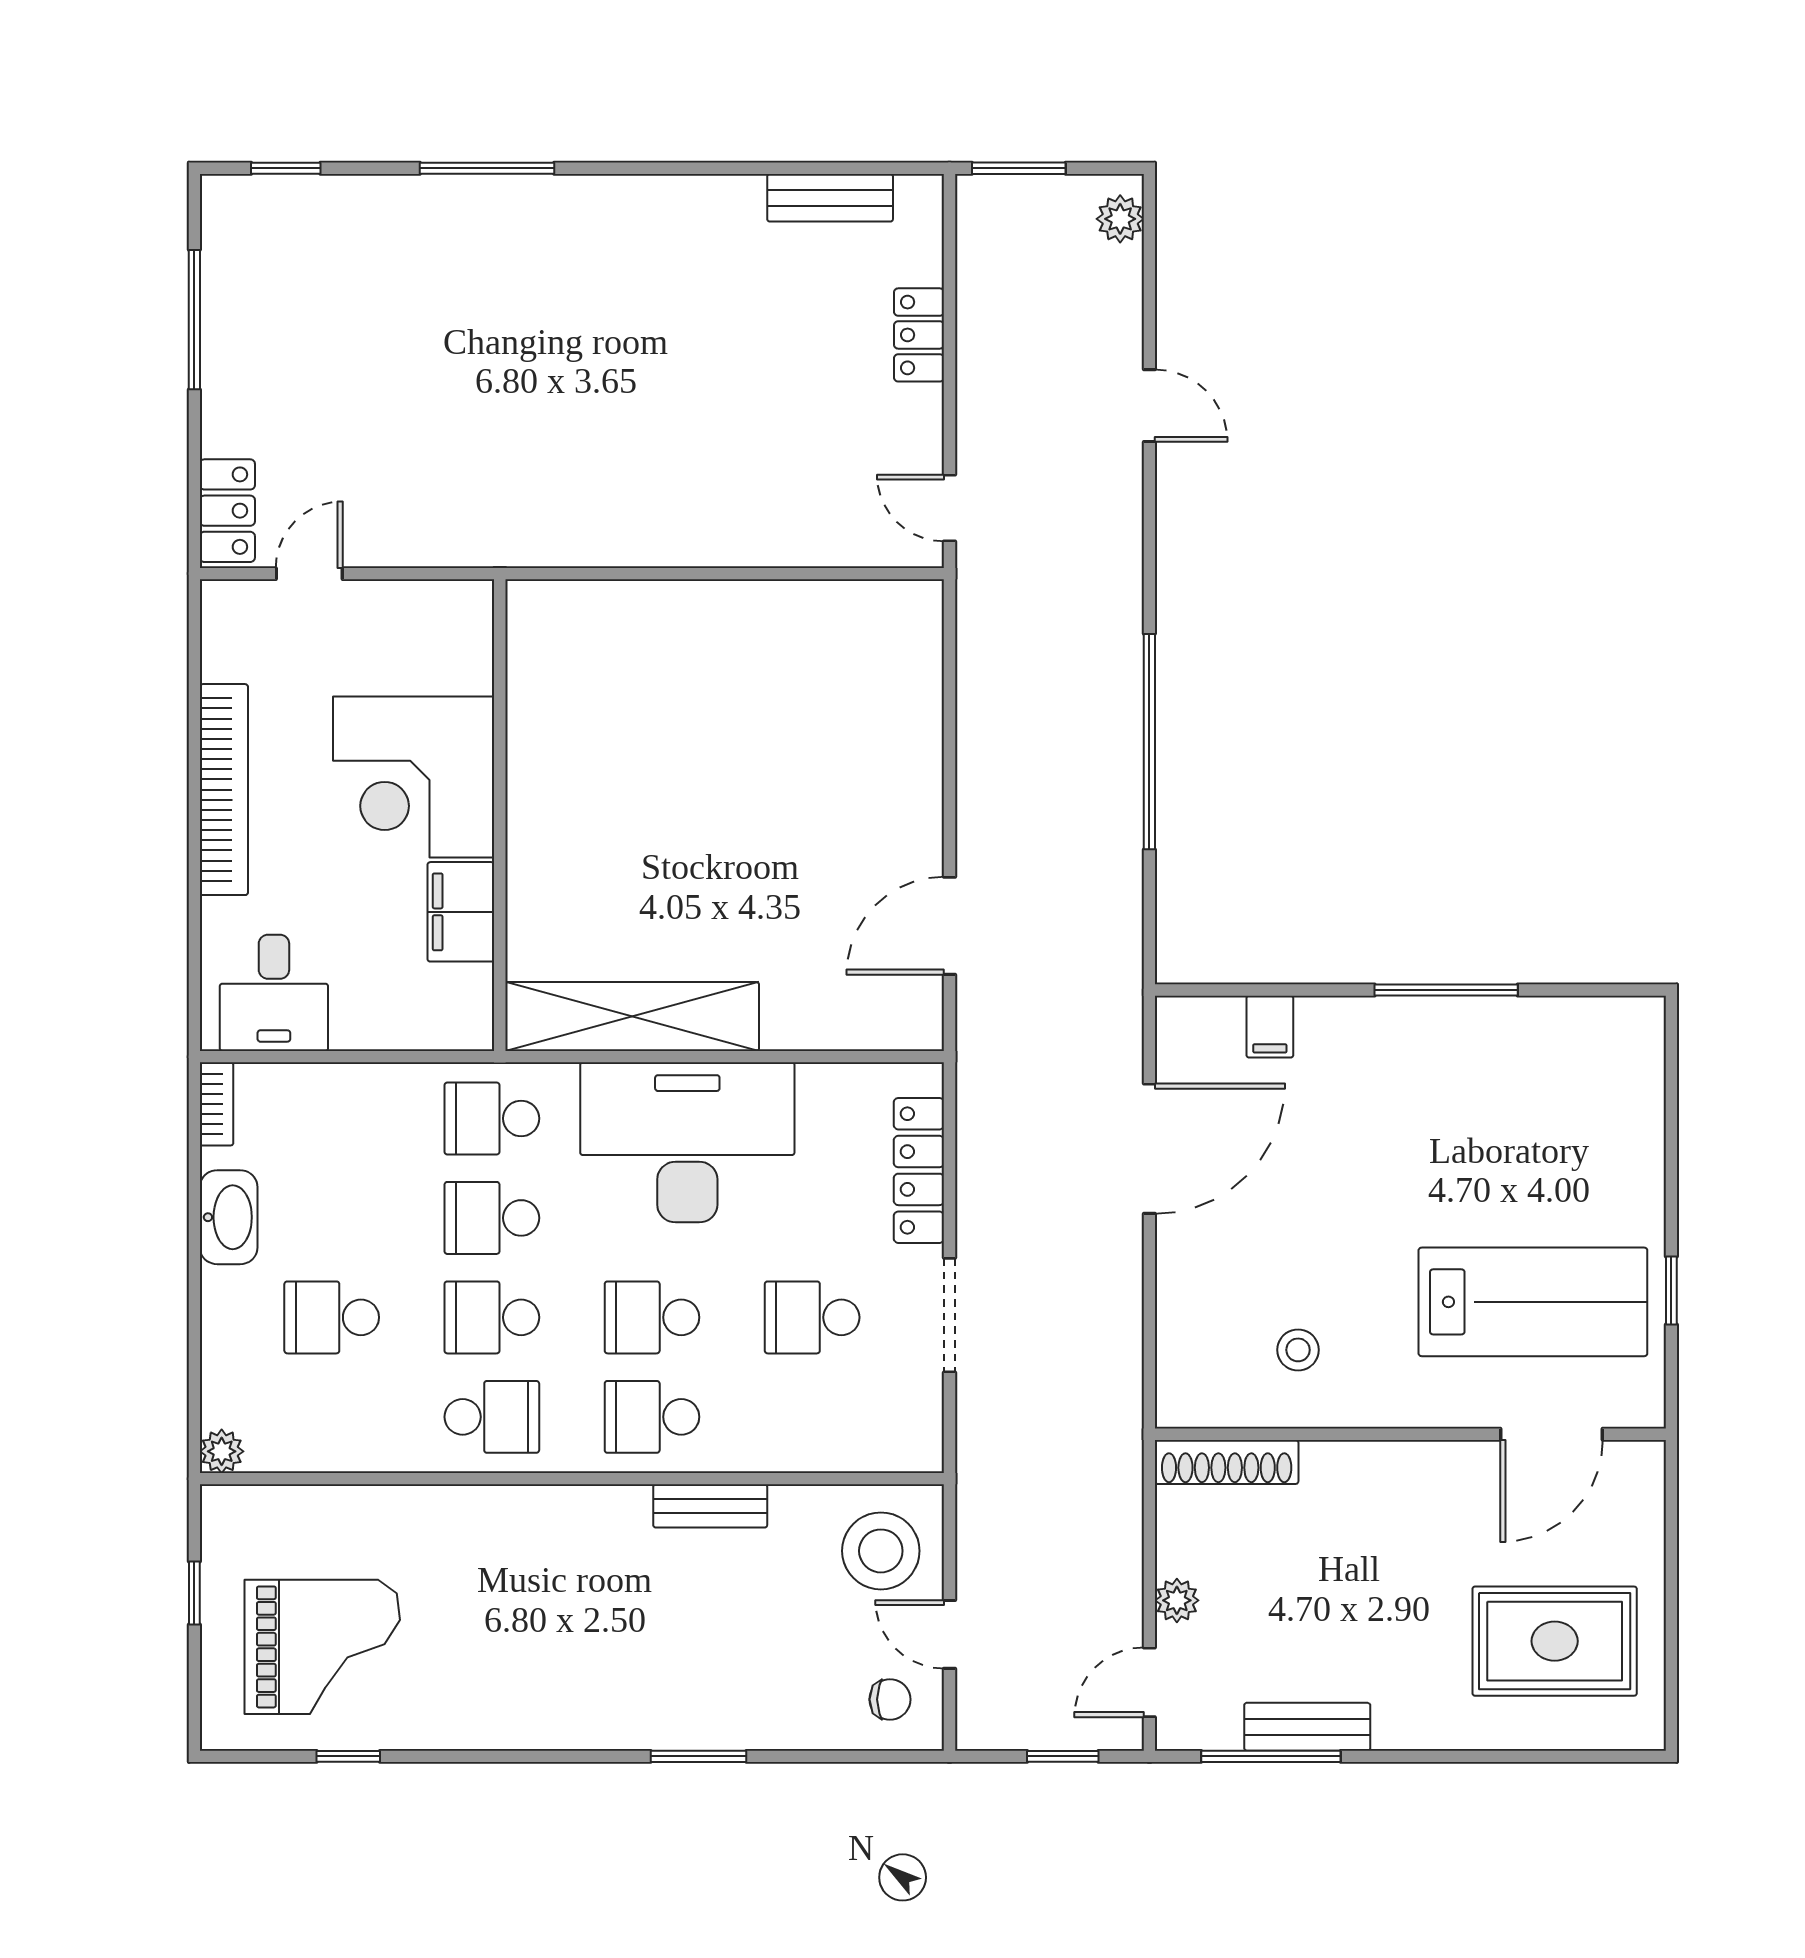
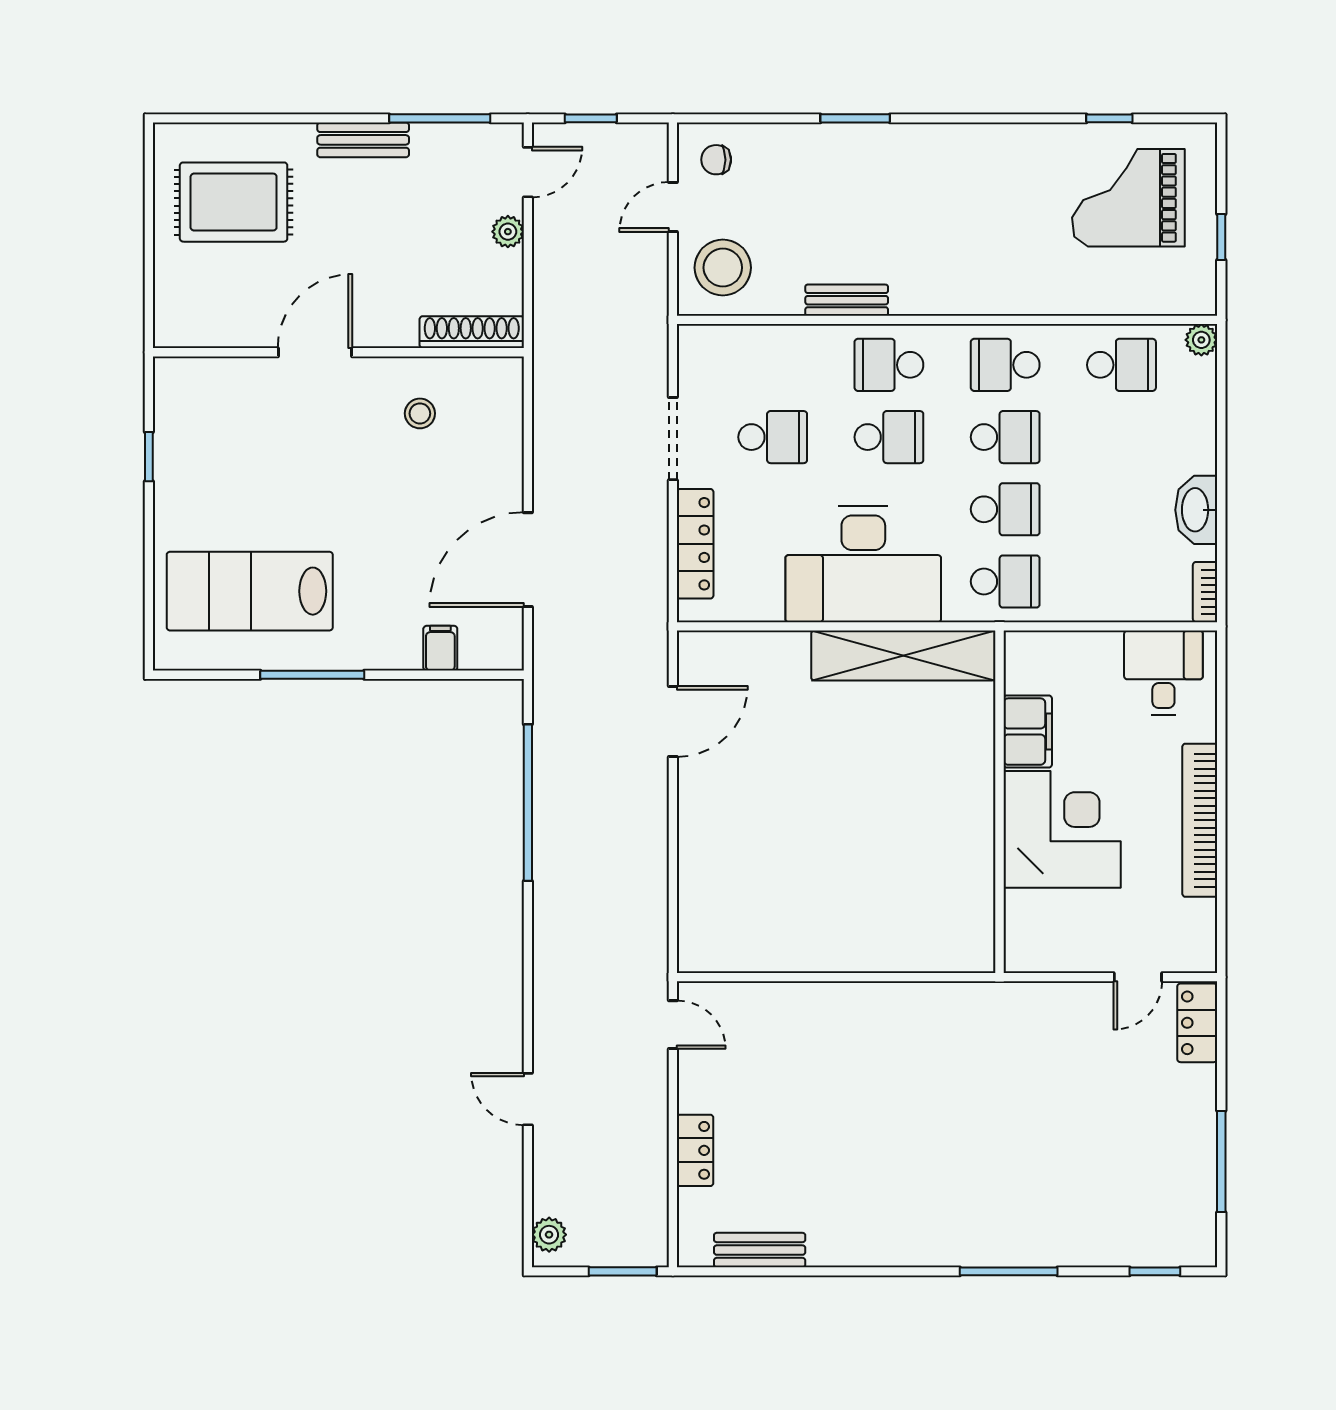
window: (1149, 742) -> (528, 803), moved
lab bench: (1533, 1302) -> (250, 591), moved
school desk: (332, 1317) -> (1121, 365), moved
school desk: (652, 1417) -> (889, 365), turned 180
door: (1552, 1434) -> (315, 352), moved
door: (950, 1634) -> (673, 207), swing flipped
bench: (1307, 1727) -> (363, 140), moved

